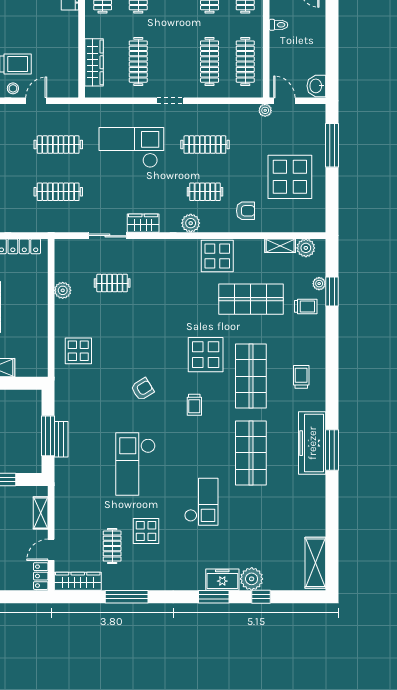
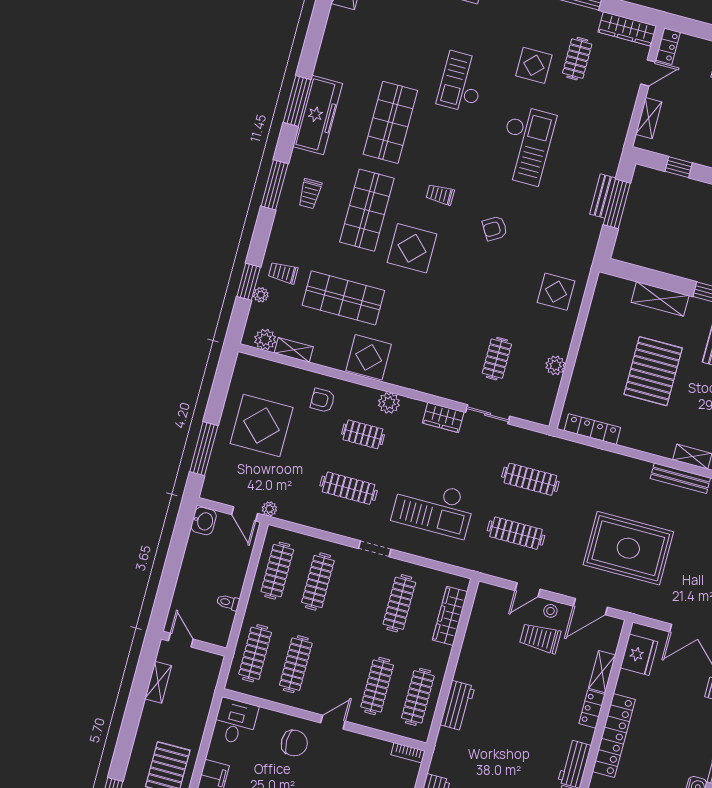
clothes rail: (112, 283) -> (497, 359), turned 90
window: (332, 376) -> (275, 185), added
trolley: (194, 405) -> (440, 195), turned -90

